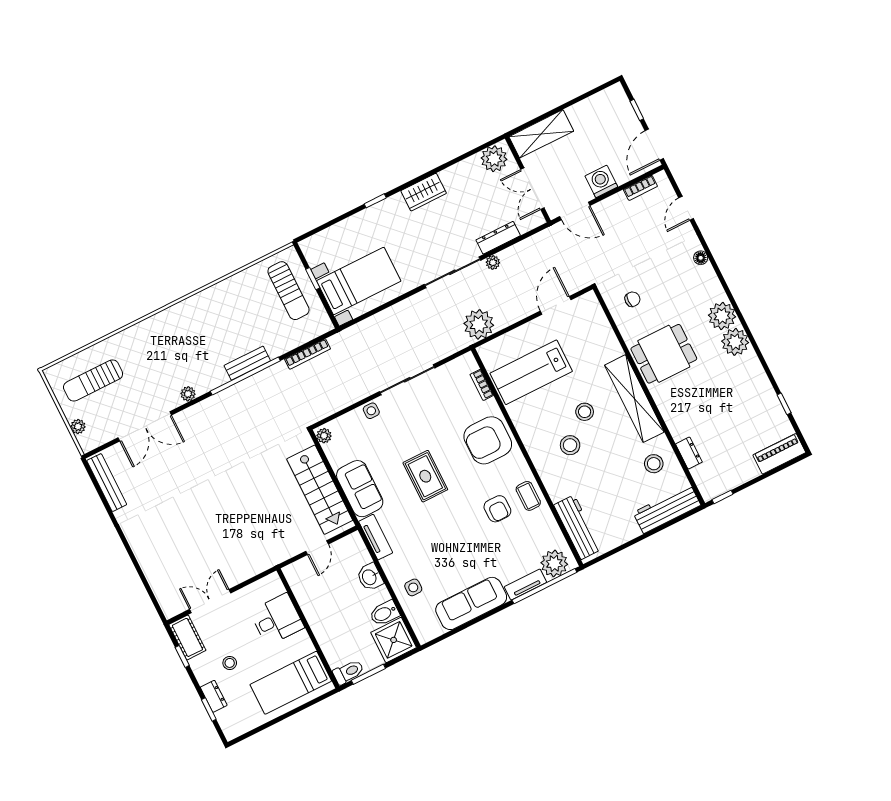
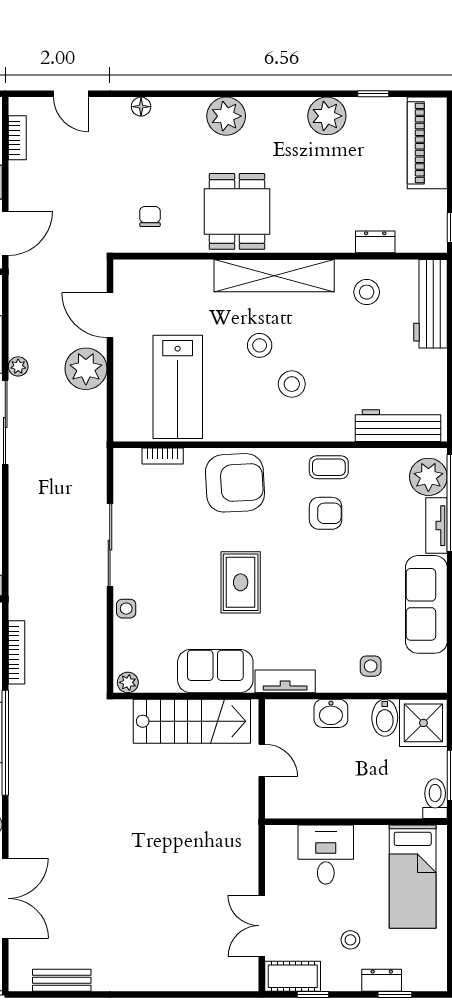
plant: (479, 324) -> (86, 369), moved
plant: (735, 342) -> (327, 116), moved
armchair: (488, 440) -> (235, 483), turned -93
piano: (779, 454) -> (427, 143), width x1.37, depth x1.33
rug: (425, 476) -> (241, 582), turned 90
bench: (107, 483) -> (62, 980), width x0.73

